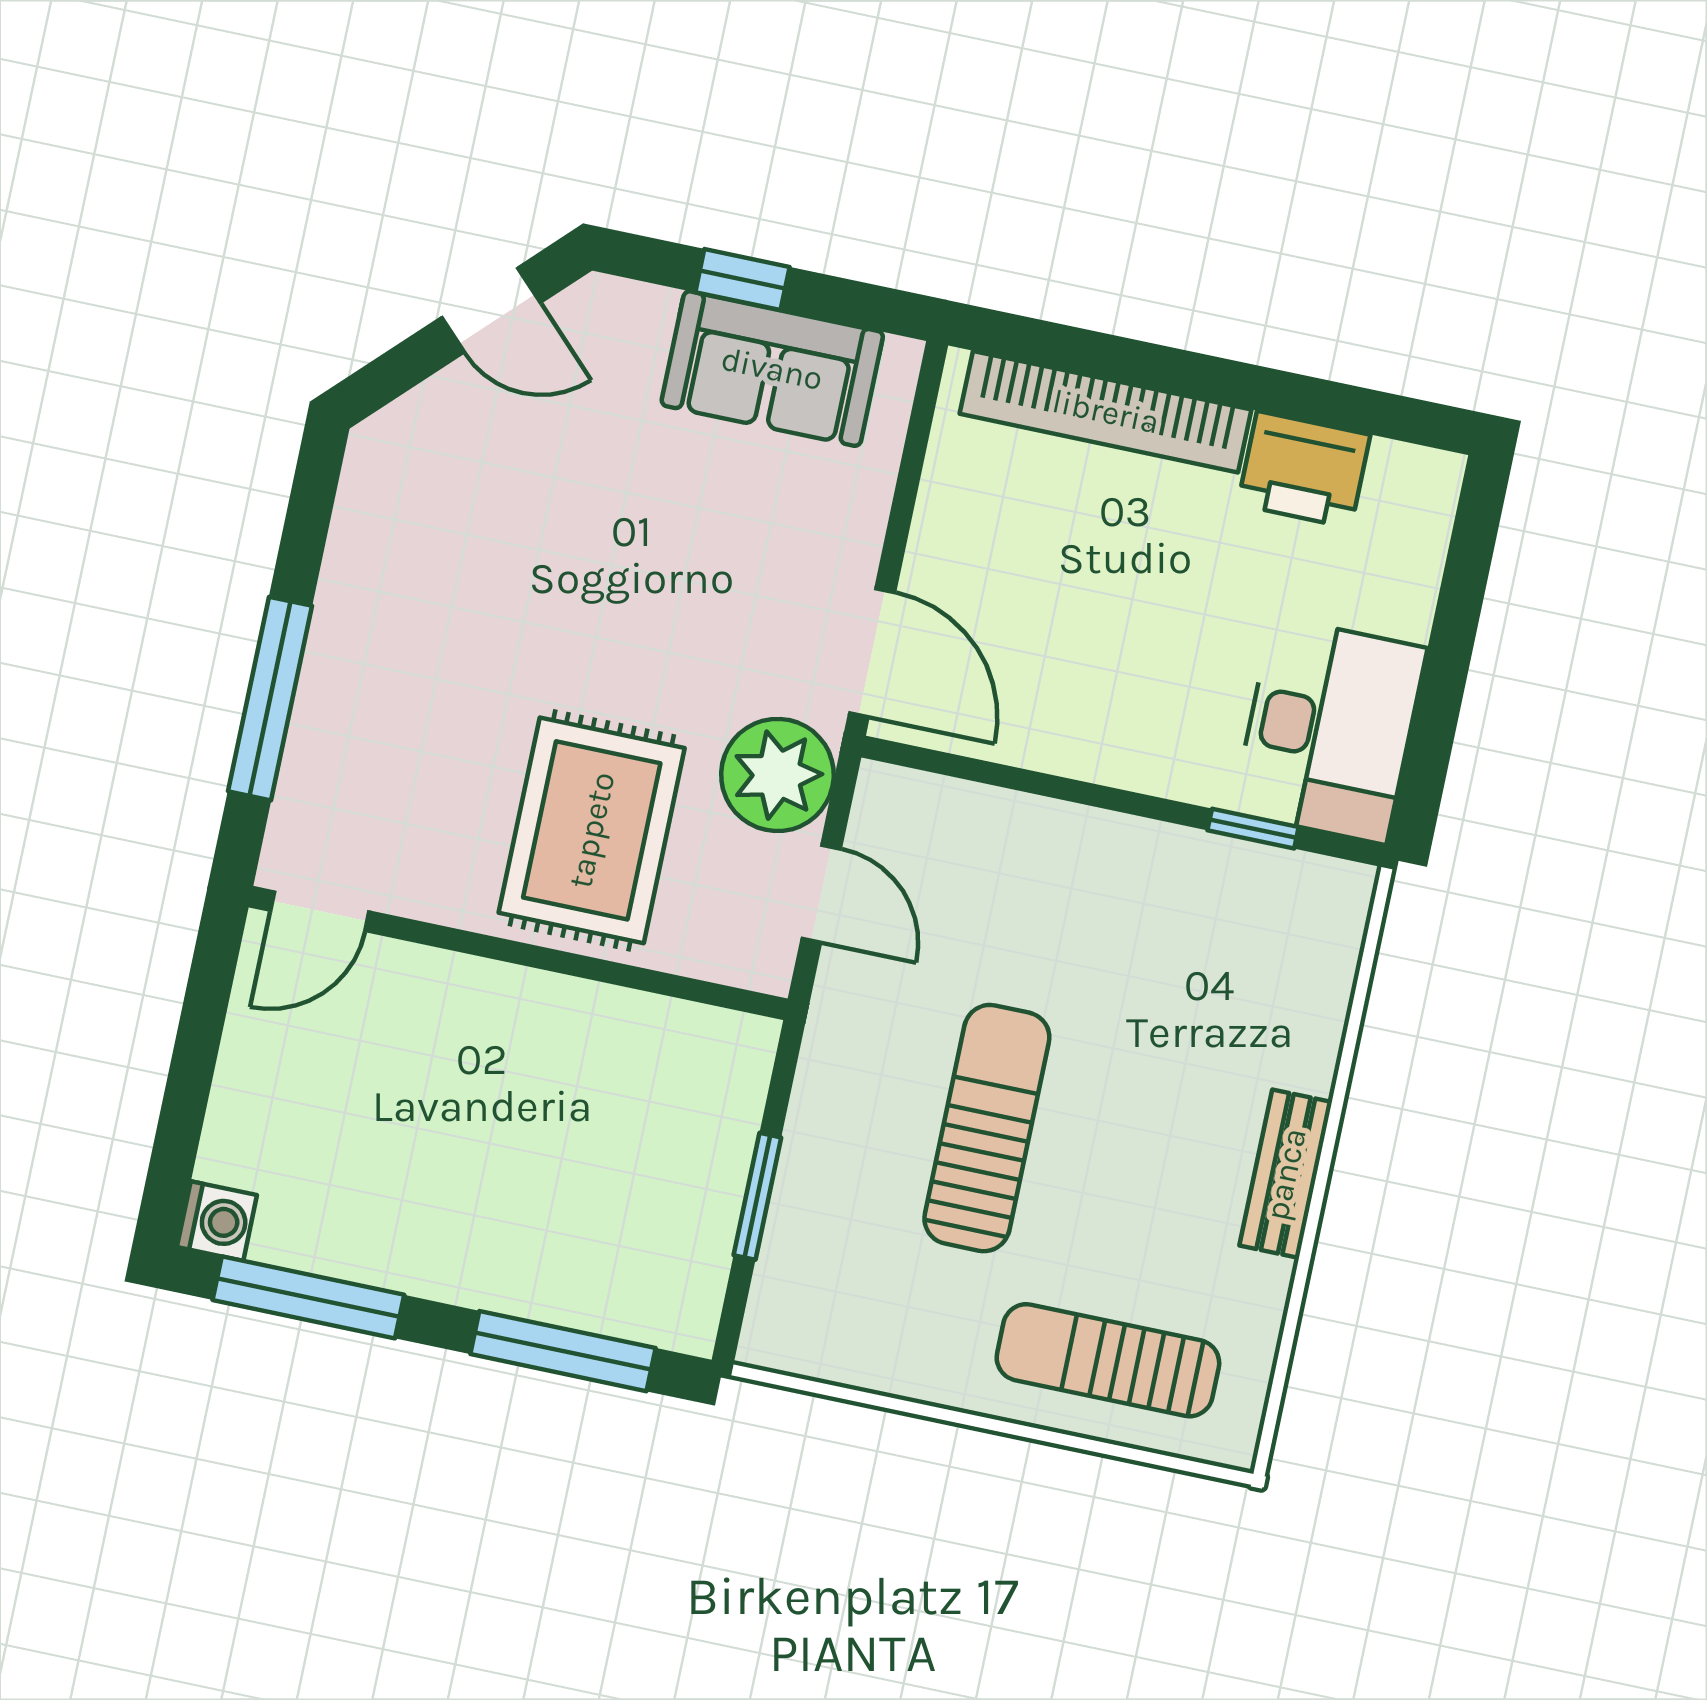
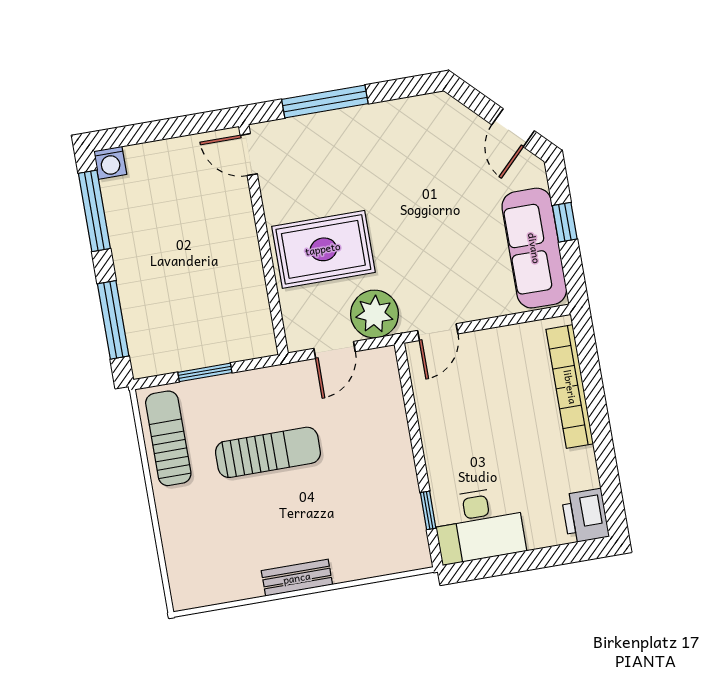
sofa: (772, 369) -> (534, 248), width x1.36
printer: (1304, 469) -> (585, 516), moved
door: (872, 653) -> (438, 332), width x0.73
sun lounger: (1108, 1360) -> (168, 438), moved

